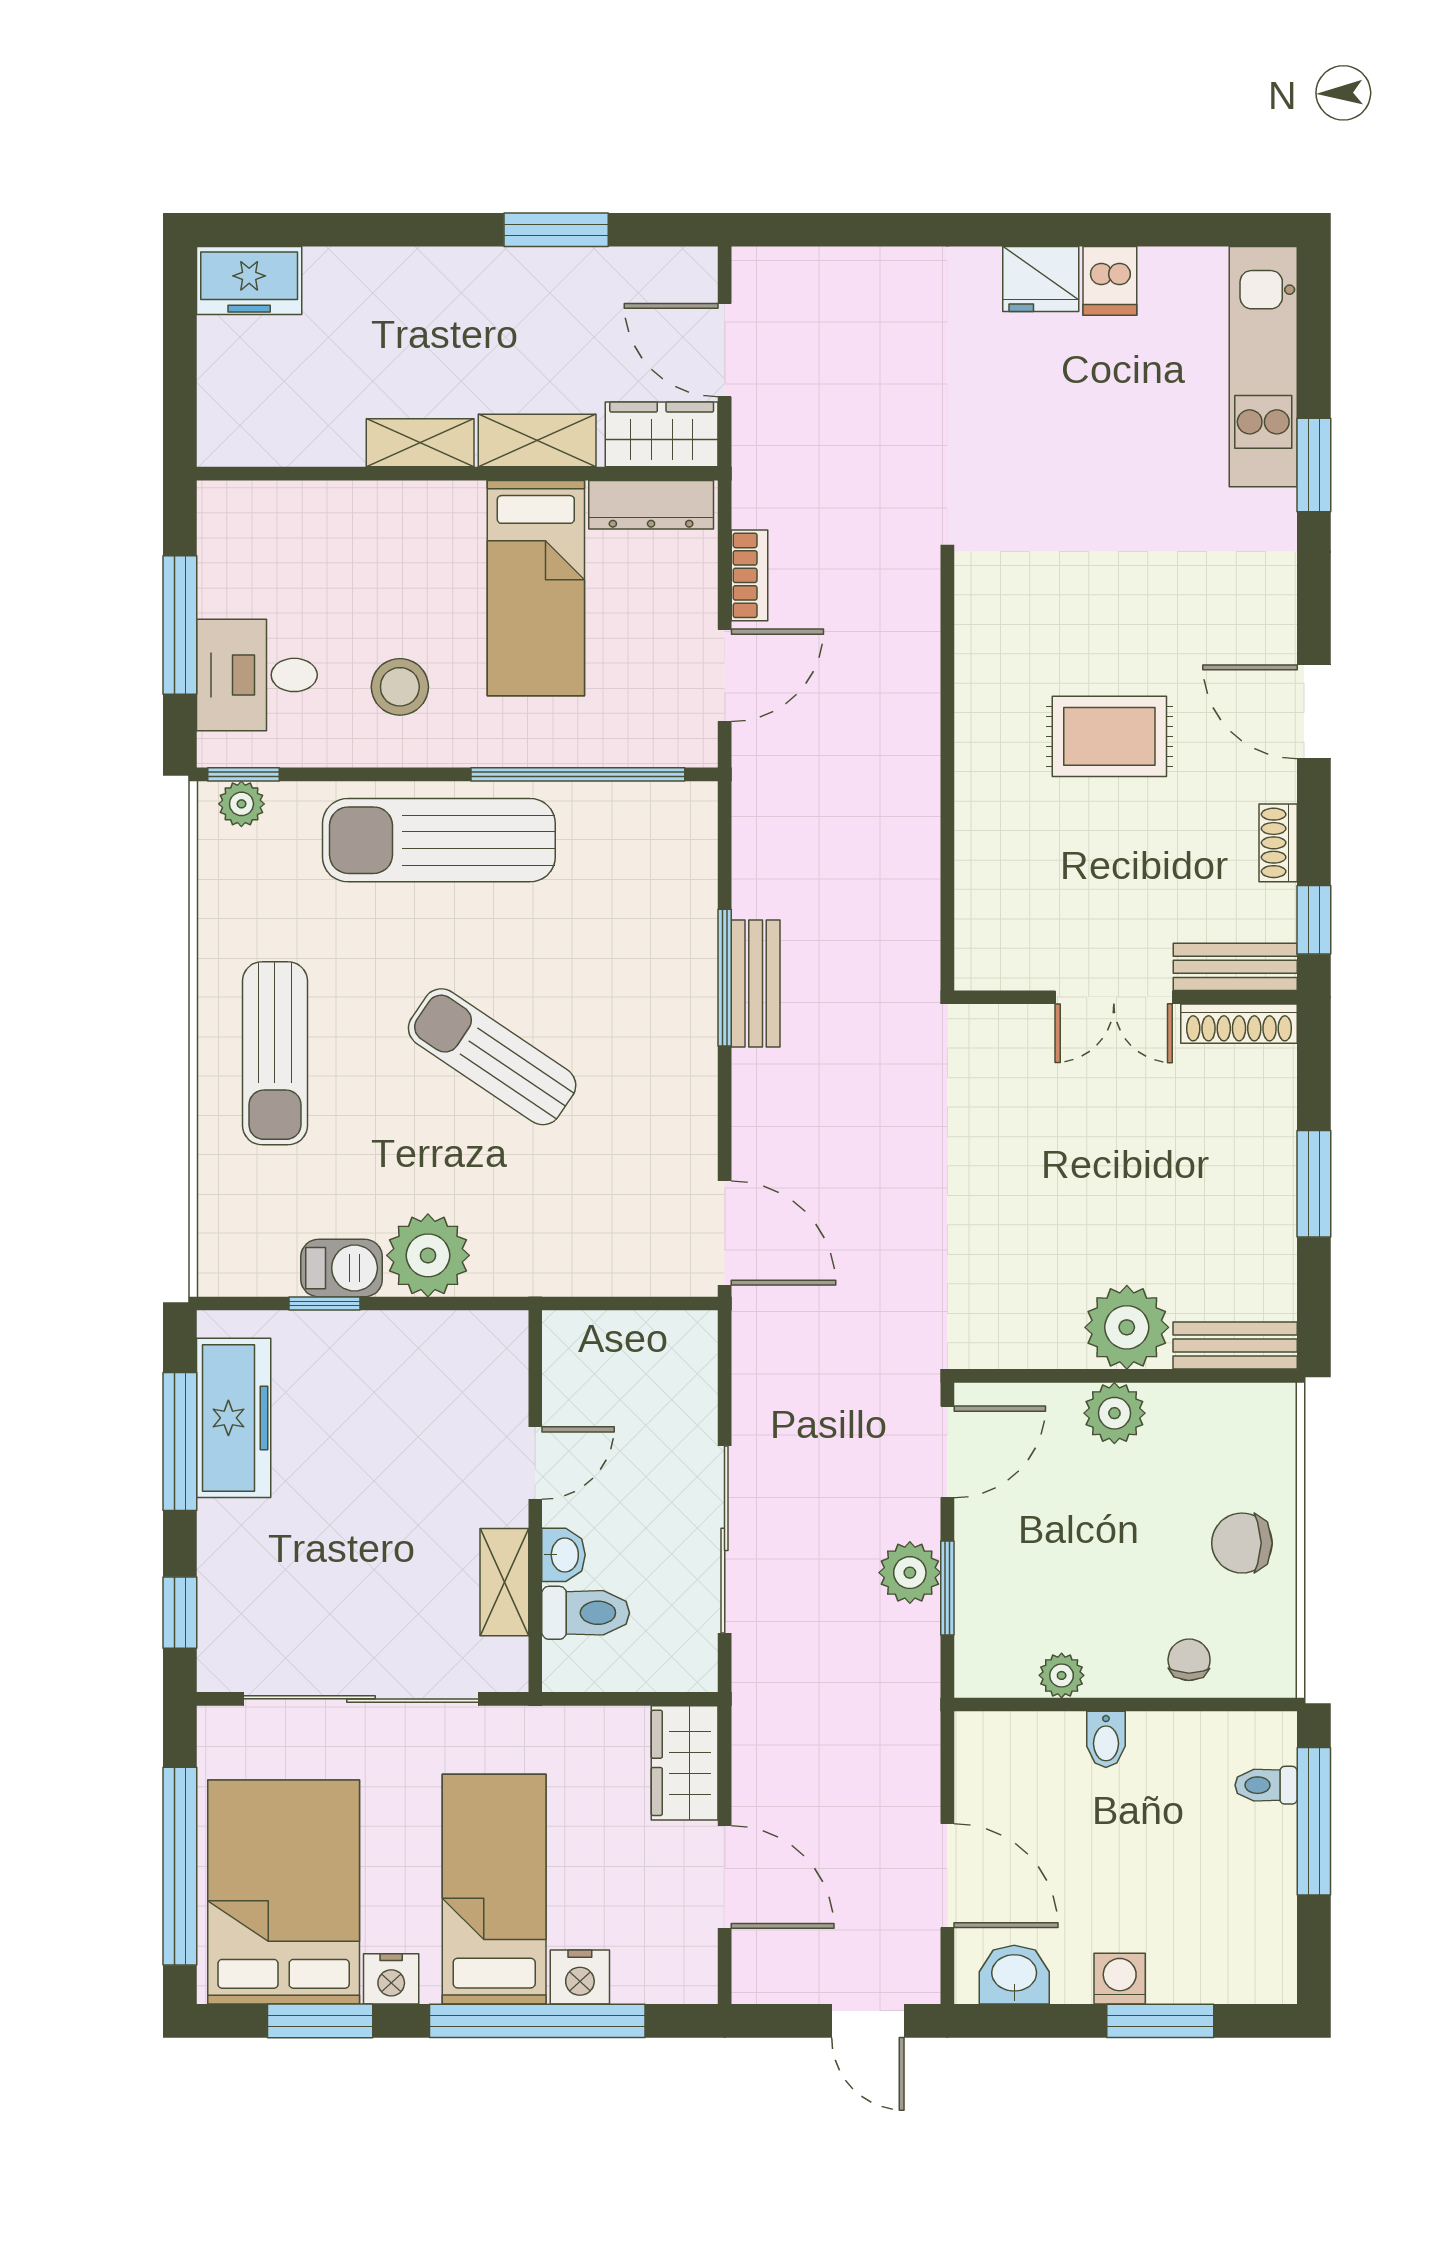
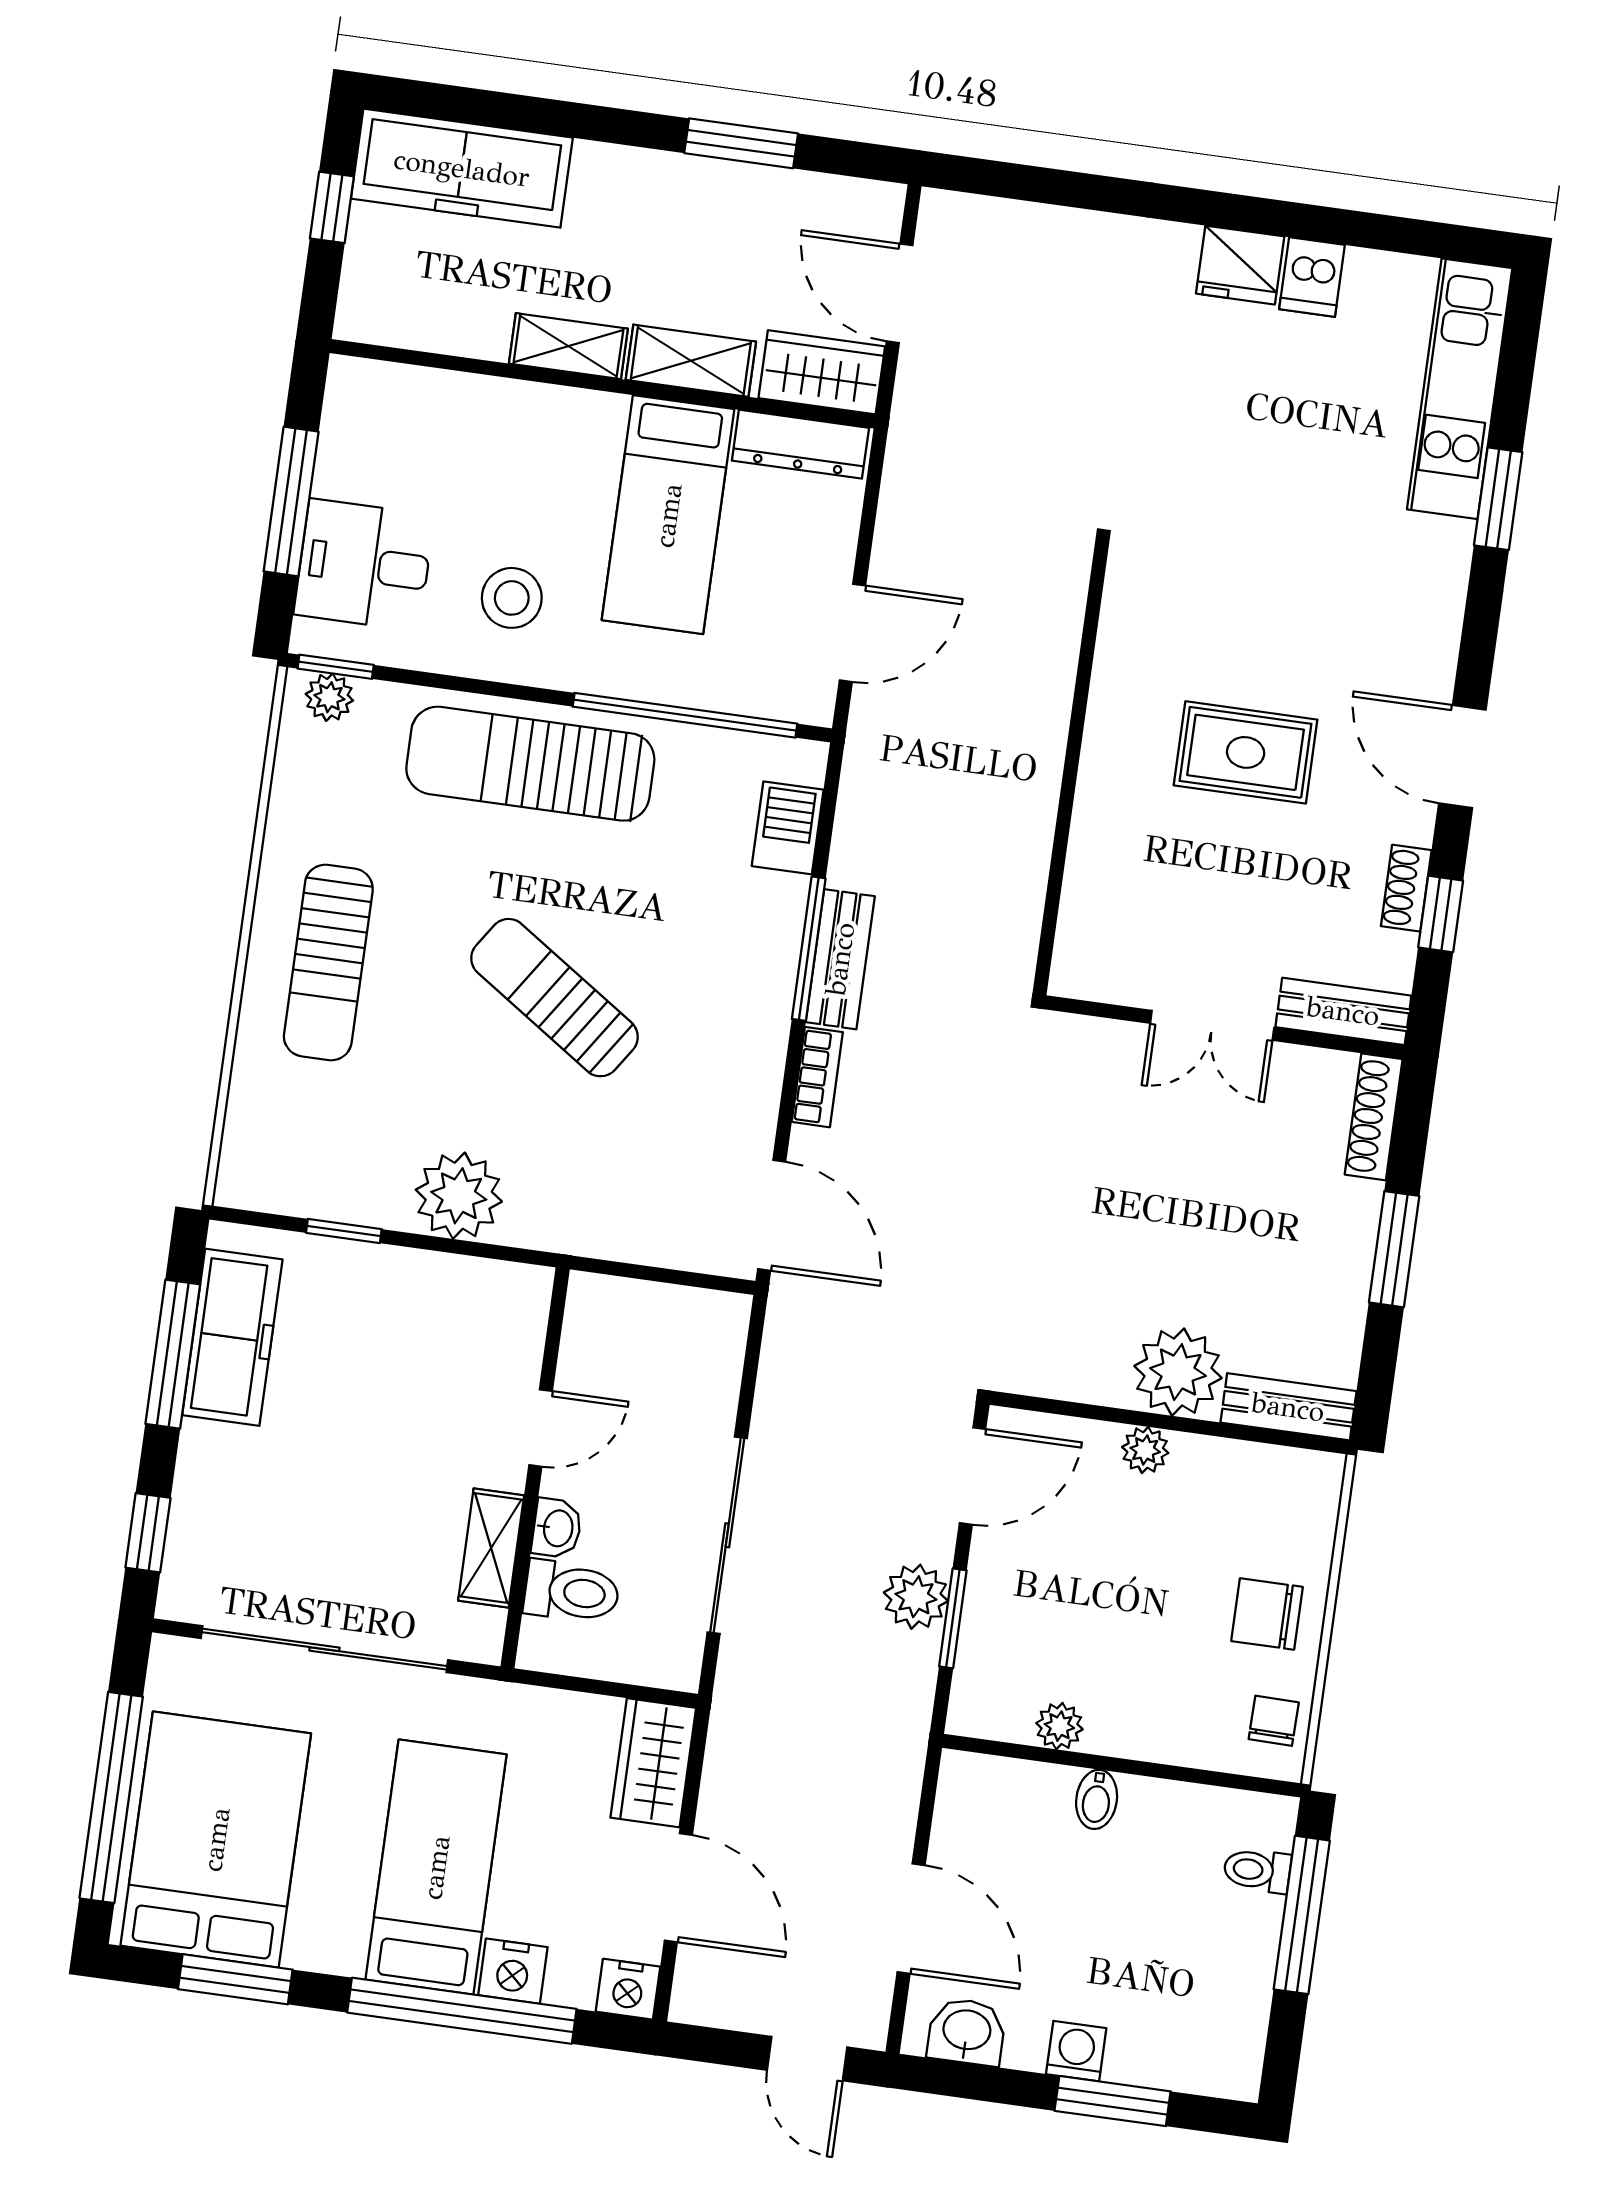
freezer: (249, 281) -> (462, 168), width x1.91, depth x1.26
window: (180, 343) -> (332, 207), added
bookcase: (749, 575) -> (817, 1077), moved
window: (1314, 920) -> (1441, 914), moved
shoe rack: (1239, 1024) -> (1374, 1117), moved, turned 90
barbecue: (342, 1268) -> (788, 828), moved, turned -90
plant: (1114, 1413) -> (1145, 1450), width x0.73, depth x0.73
chair: (1189, 1660) -> (1274, 1721), moved
nightstand: (391, 1979) -> (628, 1989), moved

